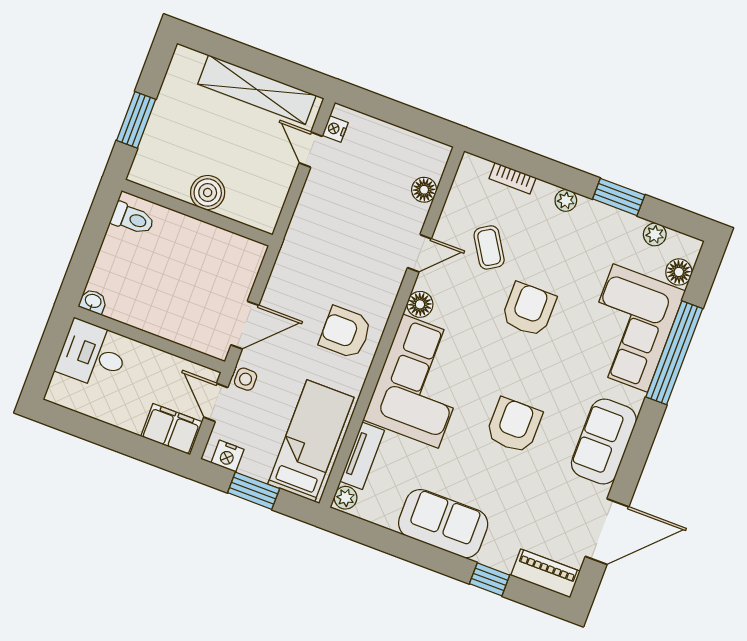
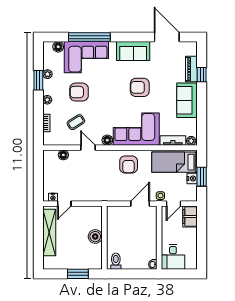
plant: (655, 234) -> (47, 74), moved
armchair: (529, 309) -> (79, 92), moved
door: (245, 325) -> (140, 204), hinge flipped
nightstand: (227, 456) -> (192, 179), moved
piano: (545, 573) -> (191, 69), moved

